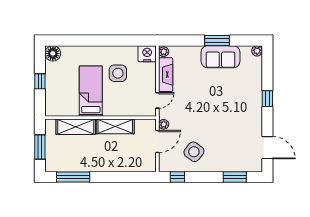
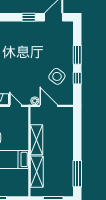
window: (267, 99) -> (29, 17), moved
window: (177, 177) -> (77, 78), moved
window: (235, 177) -> (77, 55), moved

